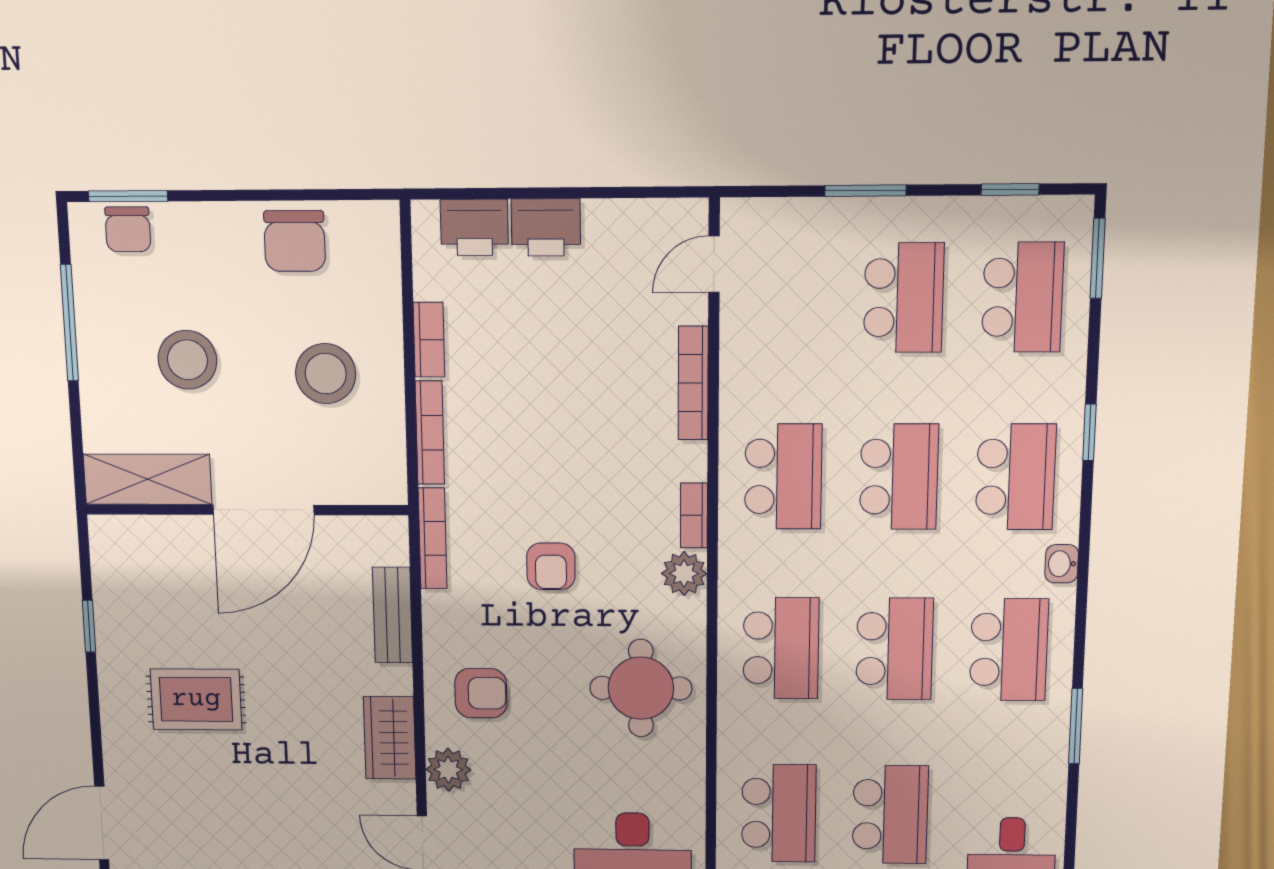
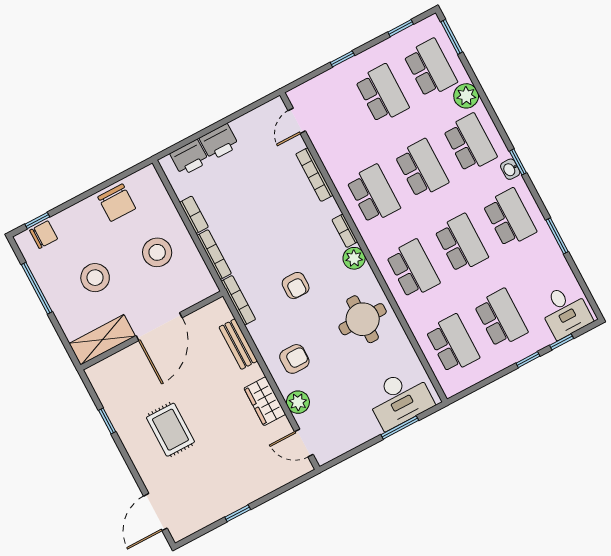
window: (865, 191) -> (342, 59), width x0.67
window: (128, 196) -> (37, 221), width x0.67
chair: (128, 229) -> (44, 235), turned -90
plant: (1059, 386) -> (466, 96), added
window: (1089, 432) -> (518, 162), moved
rug: (196, 699) -> (170, 430), turned 90

